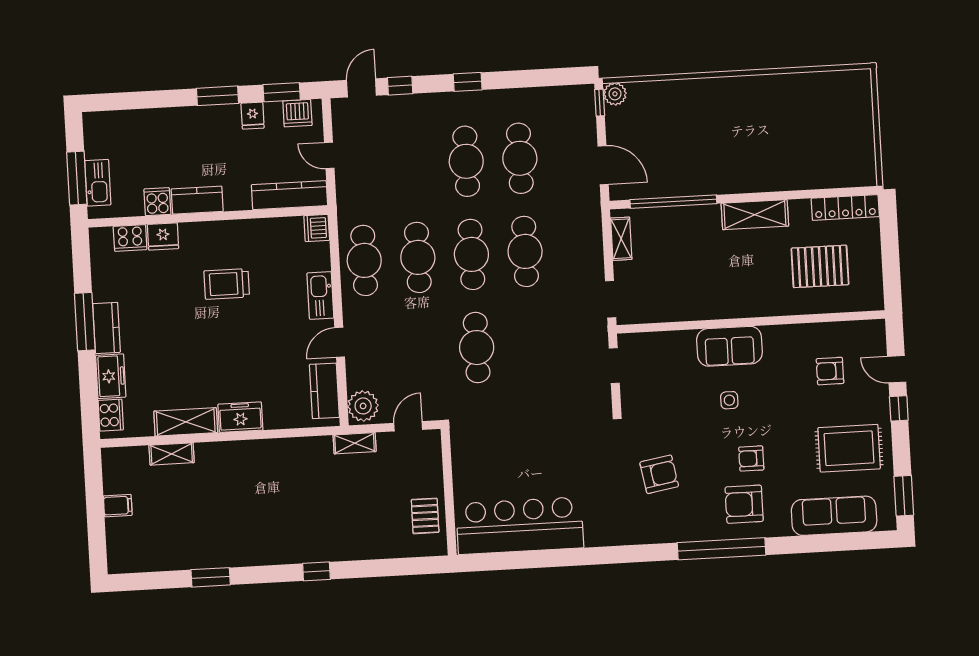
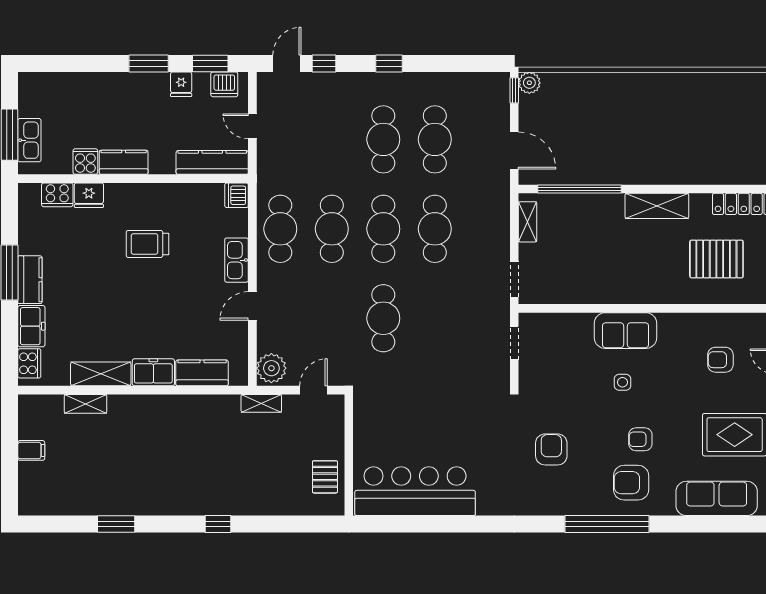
kitchen counter: (324, 391) -> (202, 373), moved, turned 90
armchair: (659, 474) -> (551, 449), turned -80

